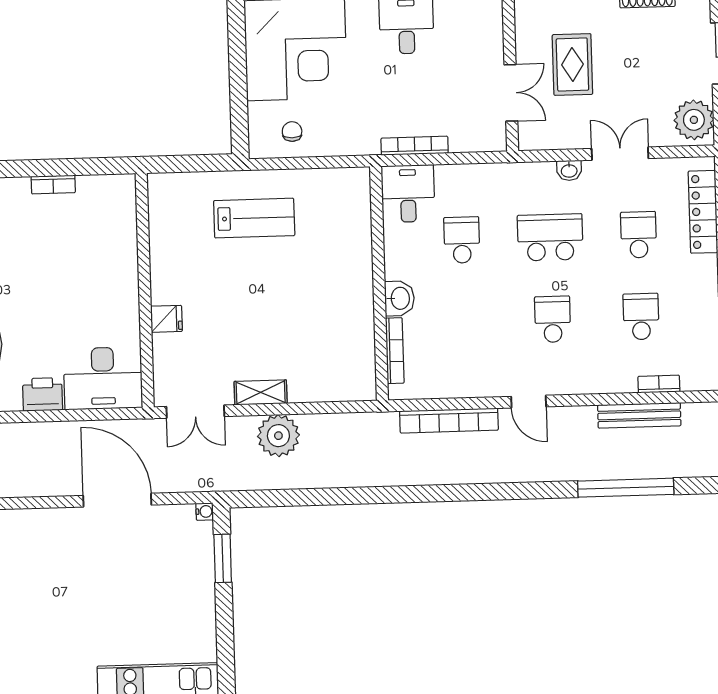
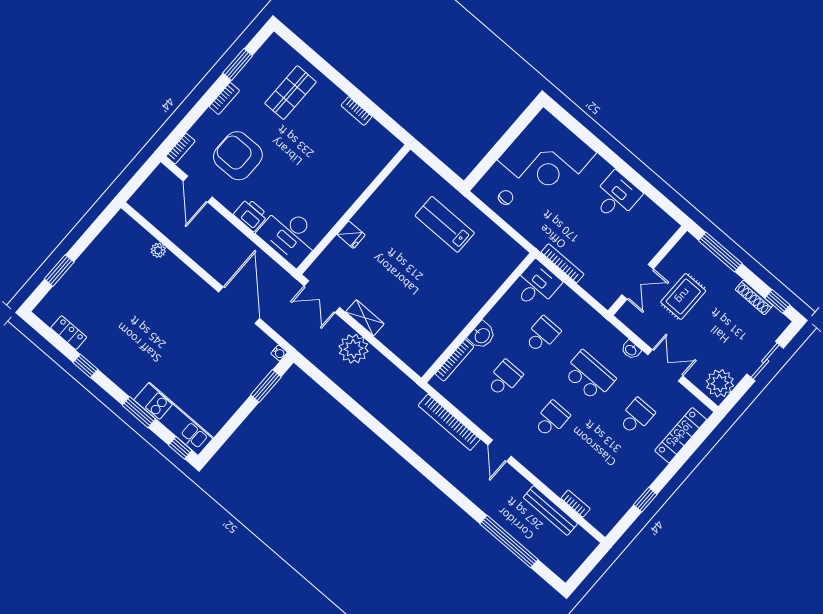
lab bench: (254, 218) -> (445, 224), turned 180
school desk: (641, 317) -> (504, 378), moved

